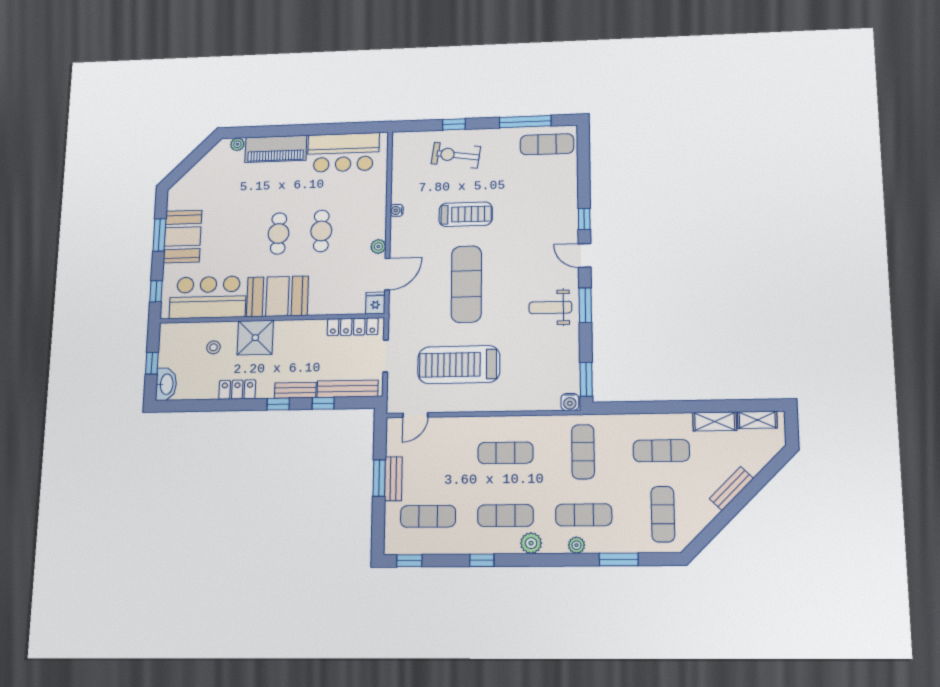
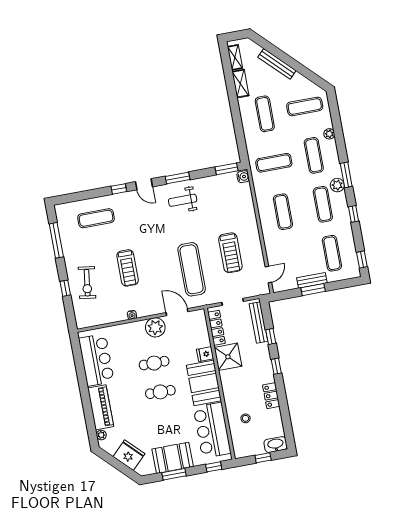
exercise mat: (547, 144) -> (96, 218), moved, turned 90
fridge: (201, 178) -> (129, 455), added
treadmill: (466, 214) -> (128, 268), turned 180
plant: (378, 246) -> (155, 327), width x1.88, depth x1.88
door: (585, 255) -> (144, 184), hinge flipped
exercise mat: (466, 284) -> (192, 269), moved, turned 90
fridge: (375, 303) -> (205, 354), moved
weight bench: (550, 307) -> (183, 200), turned 90
shower: (255, 338) -> (228, 357), moved
treadmill: (459, 365) -> (230, 253), width x0.73, depth x0.73
bench: (295, 390) -> (265, 357), removed
door: (415, 415) -> (268, 274), hinge flipped
bench: (731, 489) -> (277, 64), width x1.36
plant: (576, 545) -> (329, 134), moved
window: (619, 559) -> (346, 175), moved

